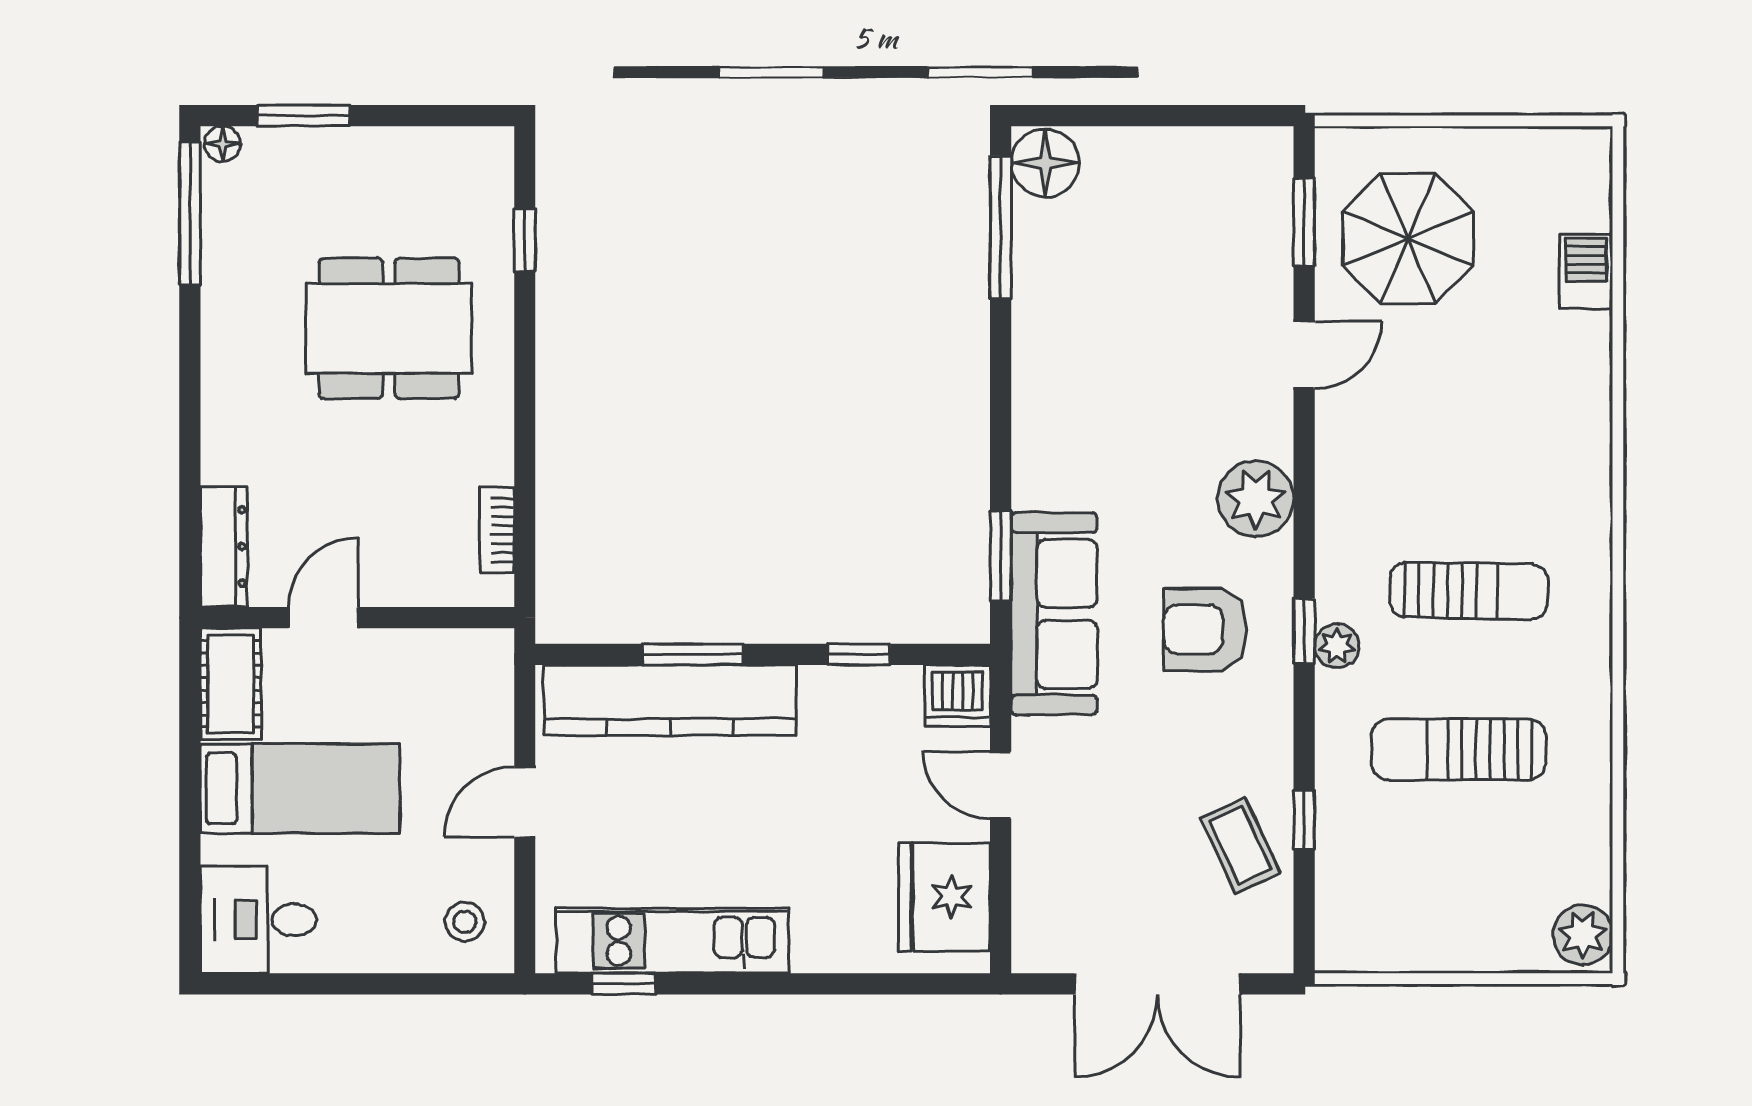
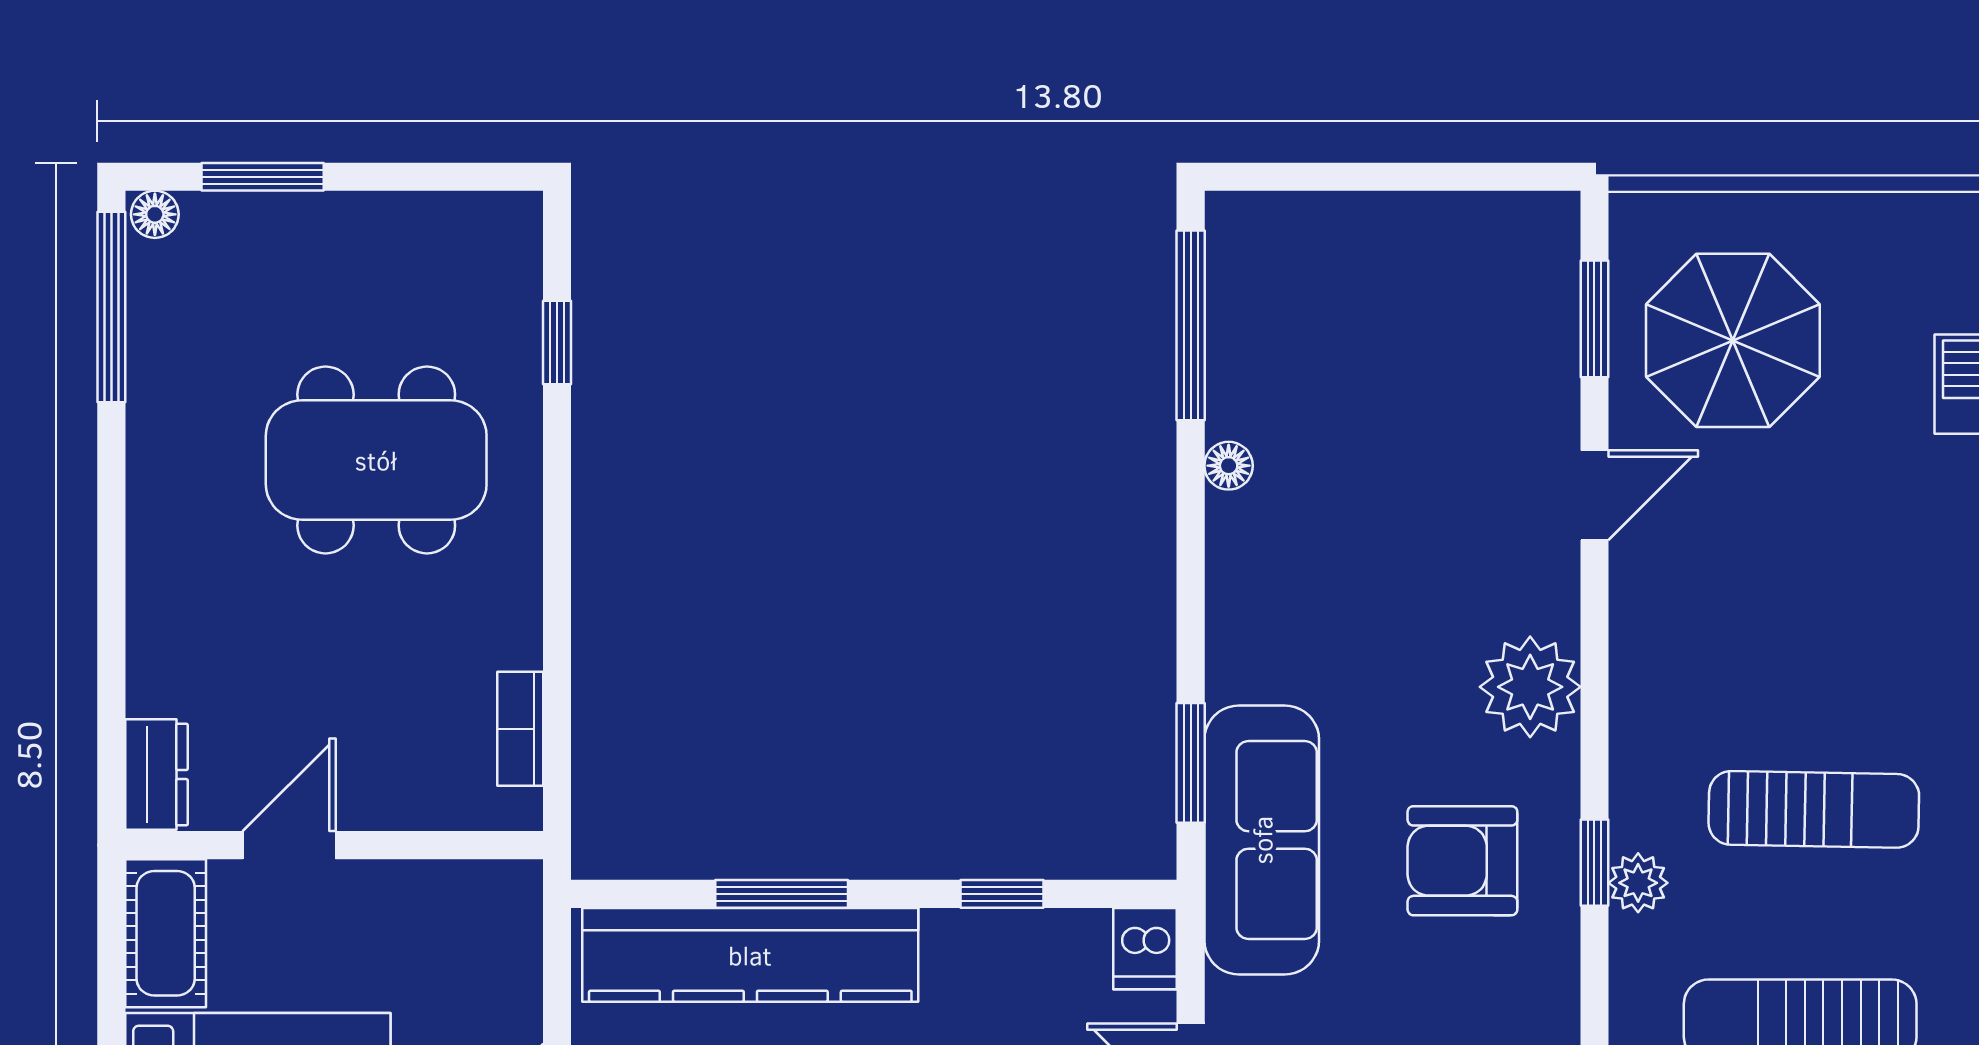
floor lamp: (1045, 163) -> (1229, 466), moved, width x0.53, depth x0.53
dresser: (224, 546) -> (156, 775), width x0.70
dishwasher: (958, 695) -> (1145, 949), width x0.73

